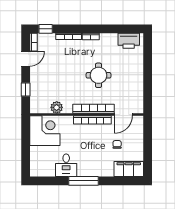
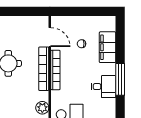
desk: (66, 165) -> (104, 87), moved
filing cabinet: (129, 169) -> (108, 47), moved

